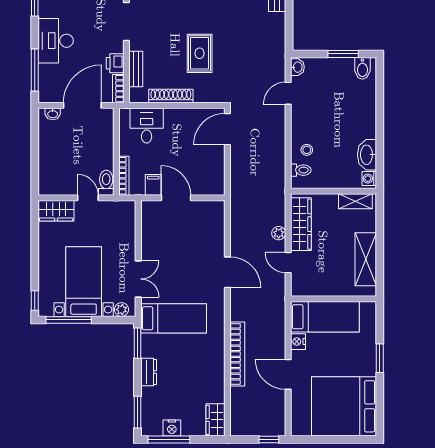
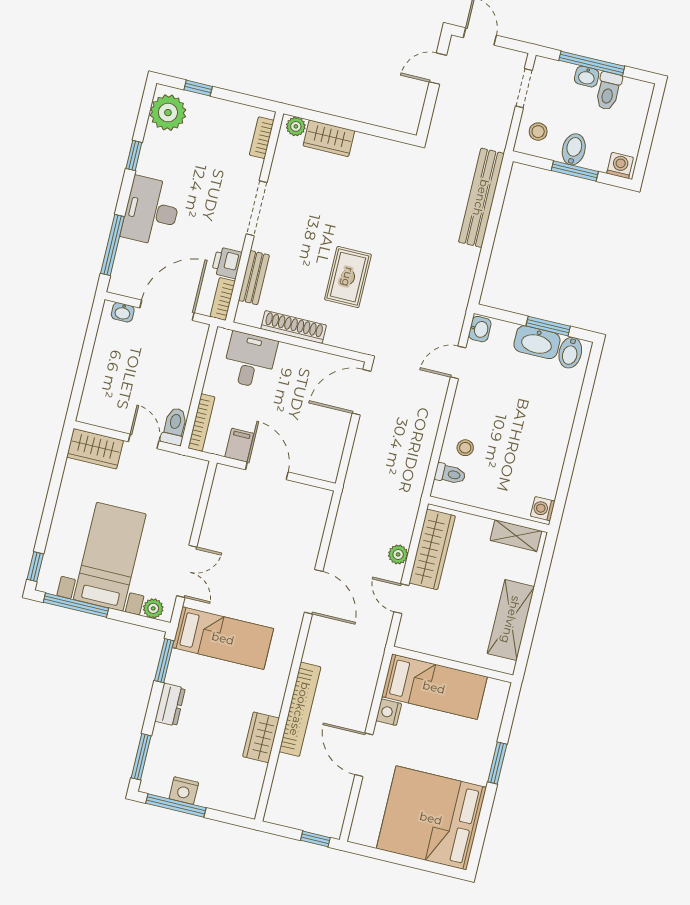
washbasin: (367, 155) -> (537, 342), moved, turned -90
wardrobe: (216, 420) -> (261, 737), moved

